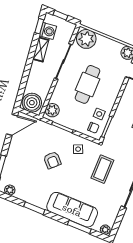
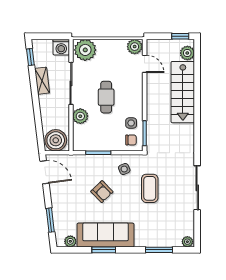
window: (60, 15) -> (48, 36), removed
washing machine: (48, 31) -> (61, 47), moved, turned 97
cafe table: (88, 84) -> (106, 97), width x0.73, depth x0.74
plant: (52, 110) -> (80, 116), moved
door: (12, 125) -> (44, 172), hinge flipped
coffee table: (102, 169) -> (150, 188), moved
sofa: (72, 210) -> (105, 235), moved

